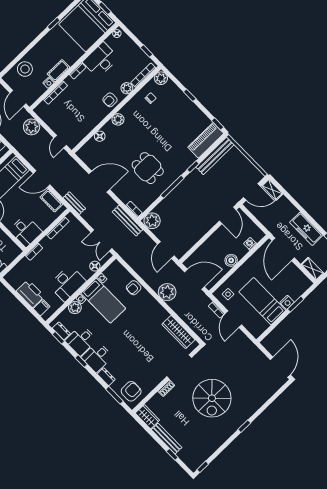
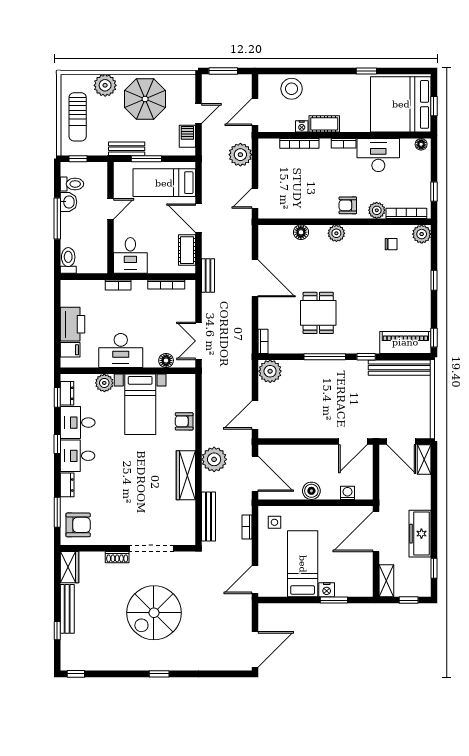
bench: (128, 221) -> (208, 516), moved
door: (233, 319) -> (255, 580), moved
wardrobe: (178, 332) -> (186, 475), moved

